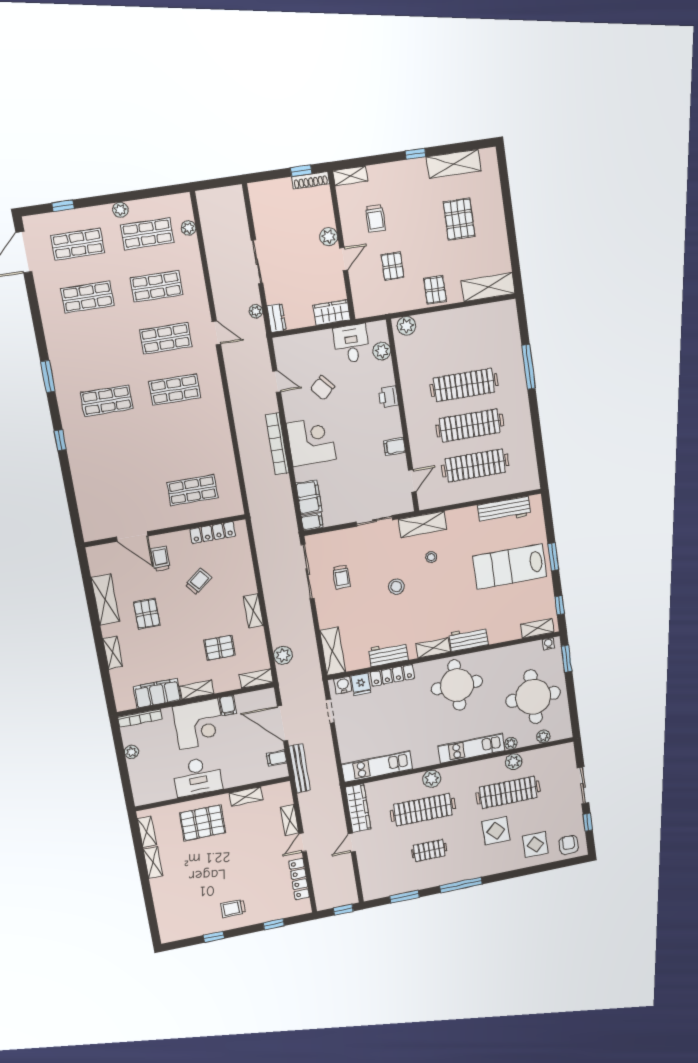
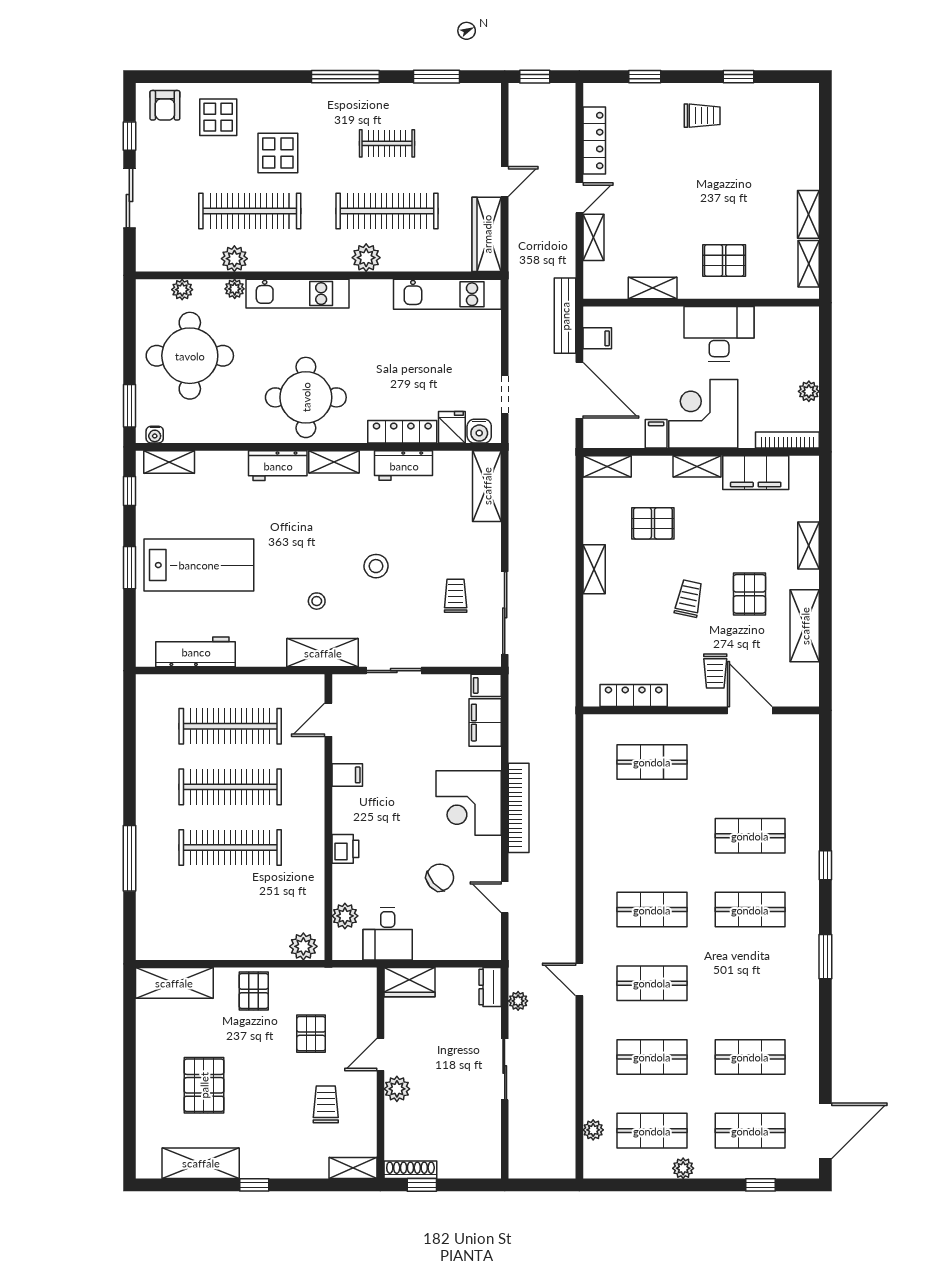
shop shelf: (116, 452) -> (750, 836), added
trolley: (198, 581) -> (689, 599), moved, turned 141
plant: (283, 655) -> (562, 494), removed
pallet: (203, 823) -> (724, 261), width x0.67, depth x0.71

